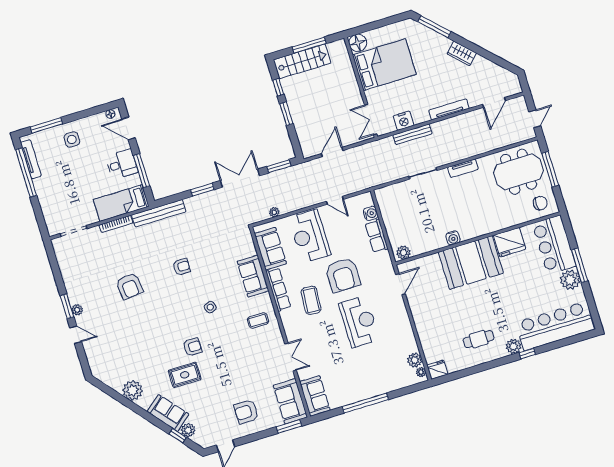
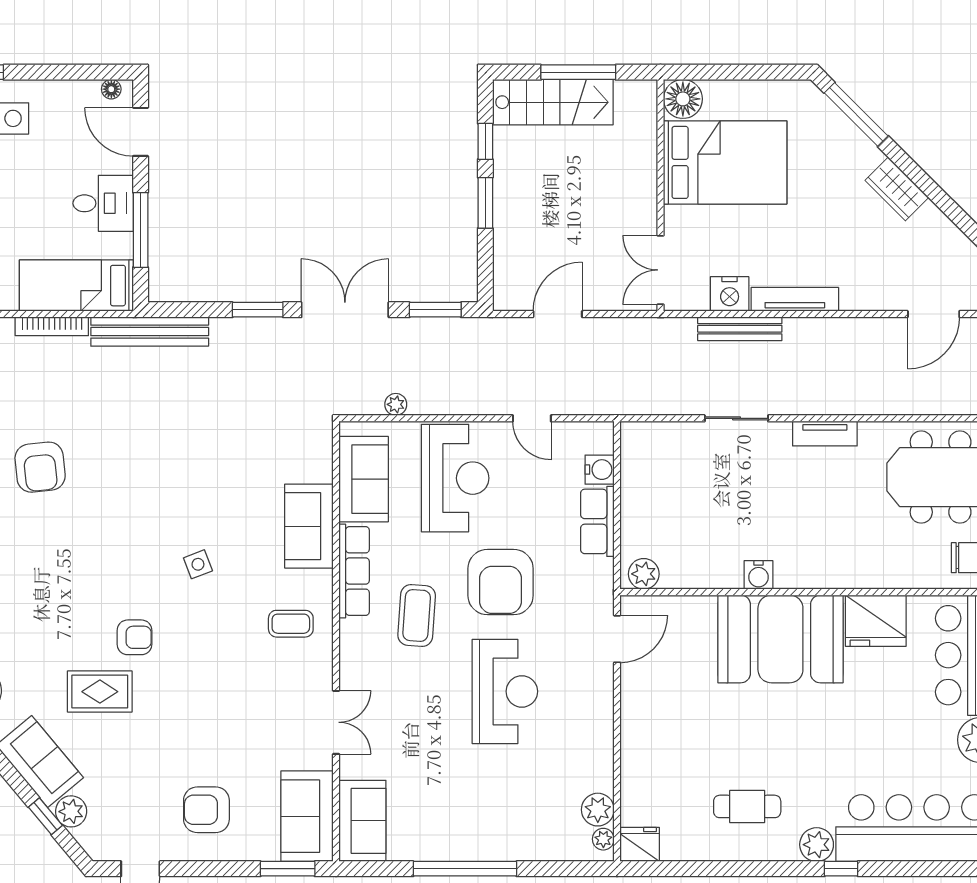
tv unit: (449, 109) -> (795, 299), moved
reception desk: (310, 236) -> (455, 478), turned 180
armchair: (182, 267) -> (163, 460), removed

